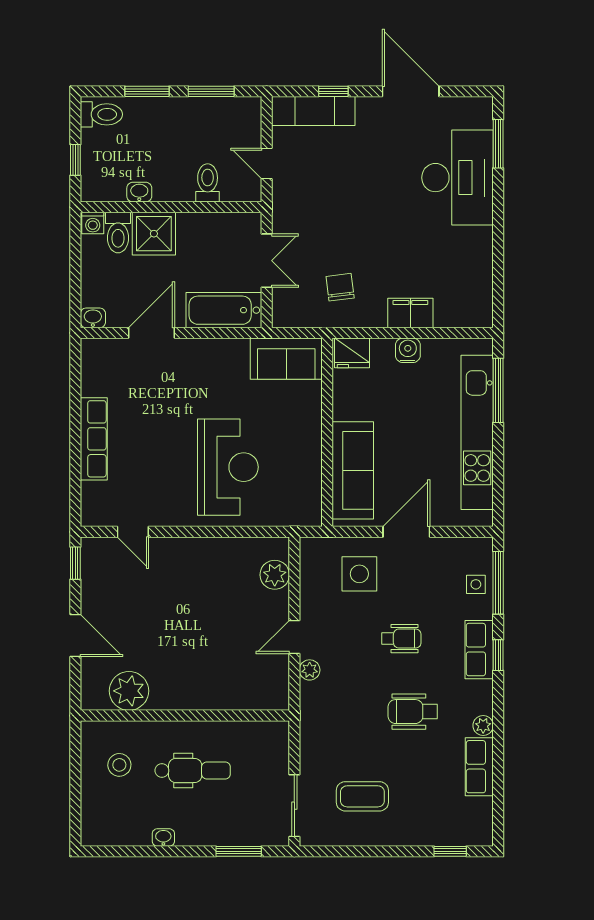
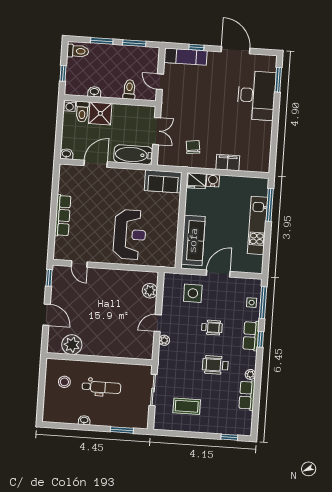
water cooler: (408, 350) -> (213, 181), moved
kitchen unit: (477, 432) -> (258, 225), width x0.73
sliding door: (294, 806) -> (153, 390), moved

